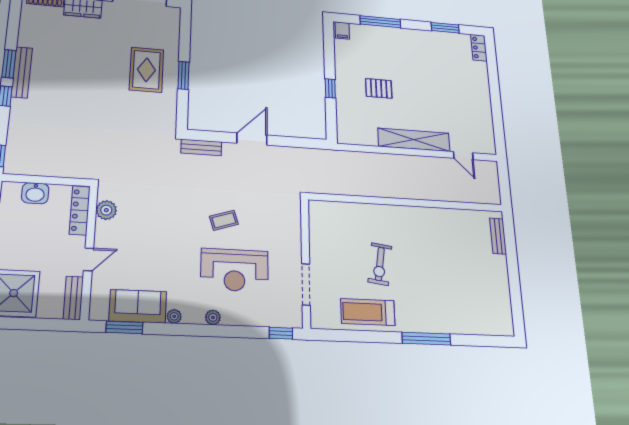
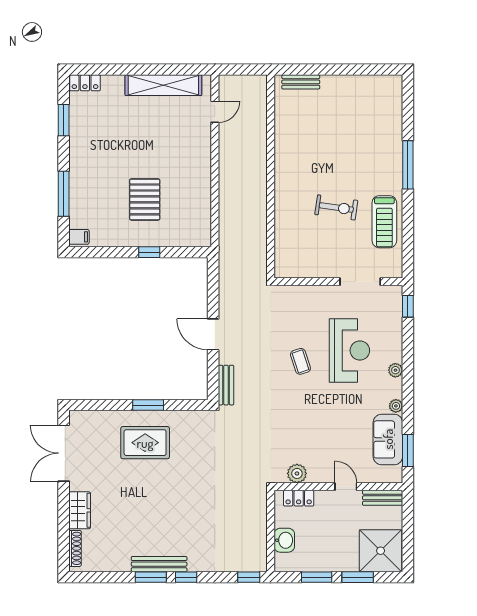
pallet: (379, 88) -> (145, 199), width x1.50, depth x1.42
shelving: (414, 140) -> (163, 85), moved, turned 90
locker: (80, 210) -> (299, 498), width x0.66

